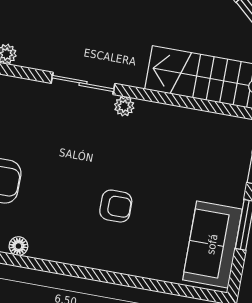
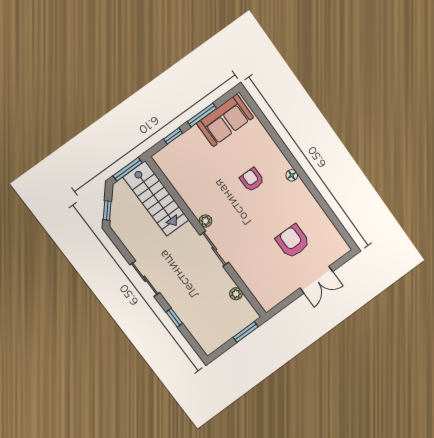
floor lamp: (18, 246) -> (292, 175), moved

